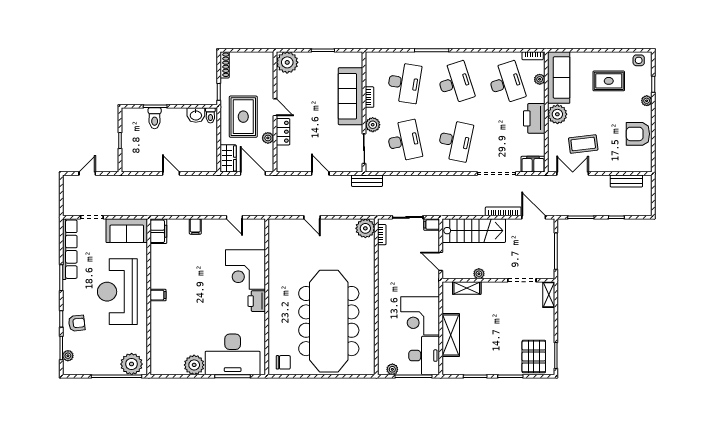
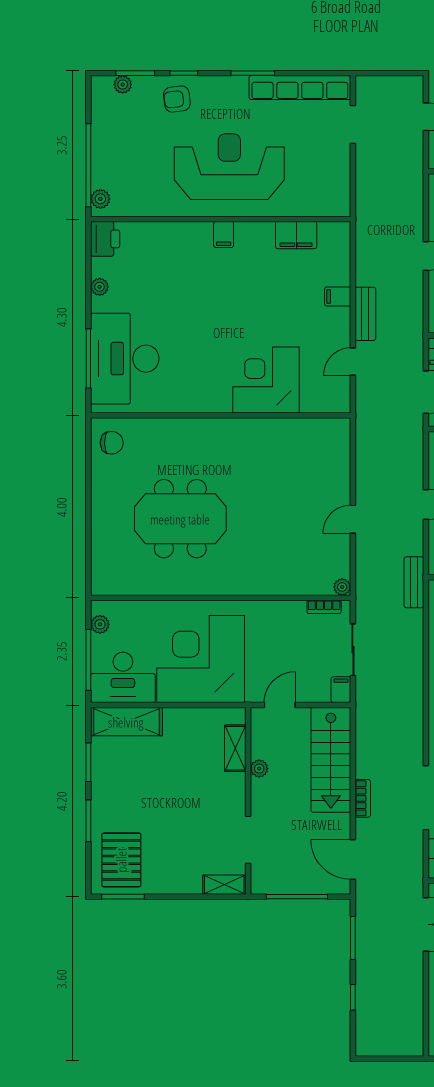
bench: (626, 181) -> (365, 314), moved
bookcase: (503, 211) -> (363, 798), width x0.64
door: (312, 217) -> (353, 519), moved
door: (534, 217) -> (353, 859), swing flipped
plant: (365, 228) -> (342, 587), width x0.53, depth x0.53
sofa: (127, 231) -> (331, 182), removed
filing cabinet: (158, 231) -> (296, 235), moved
printer: (257, 301) -> (105, 239), moved, turned 90
corner desk: (420, 316) -> (201, 659), width x1.36, depth x1.36
meeting table: (329, 321) -> (180, 519), width x0.54, depth x0.79
armchair: (77, 323) -> (177, 99), turned 89
shelving: (451, 335) -> (126, 722), moved
pallet: (534, 356) -> (121, 860), turned 90
chair: (283, 362) -> (112, 443), turned -90
plant: (132, 364) -> (100, 199), width x0.53, depth x0.53
plant: (194, 365) -> (100, 287), width x0.53, depth x0.53

